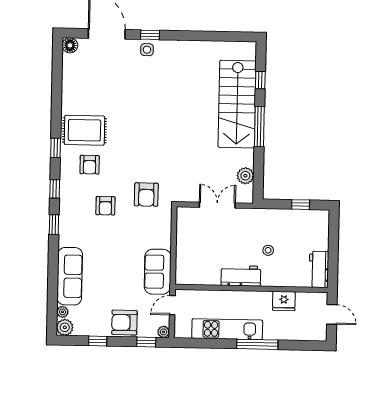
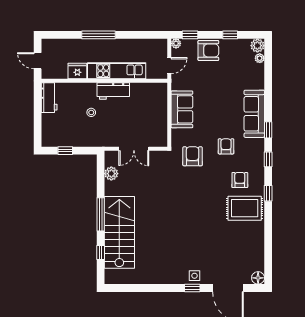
sofa: (158, 272) -> (182, 109), moved
sofa: (70, 276) -> (254, 114), moved
kitchen unit: (227, 329) -> (117, 71), moved, turned 180

